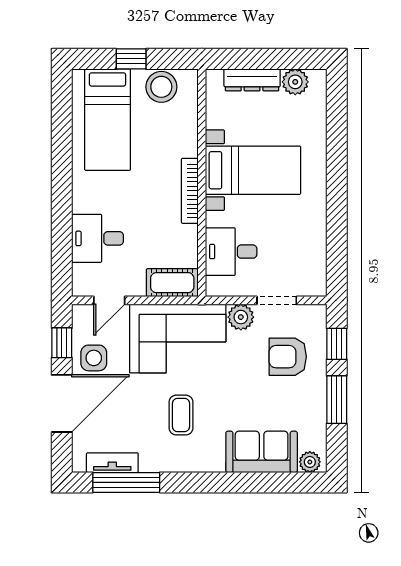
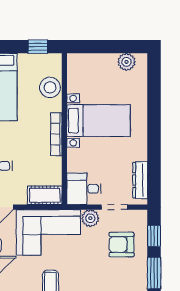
window: (131, 59) -> (38, 47), moved
dresser: (252, 80) -> (140, 180), moved, turned 90
stool: (161, 87) -> (50, 87), moved
desk: (231, 252) -> (84, 189), moved

